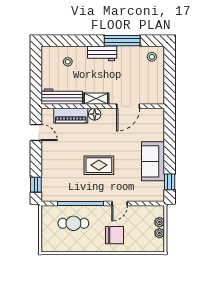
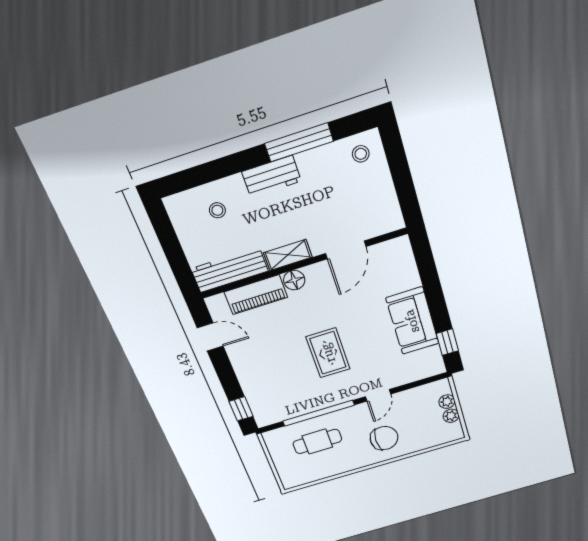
rug: (99, 165) -> (328, 353), turned 90

